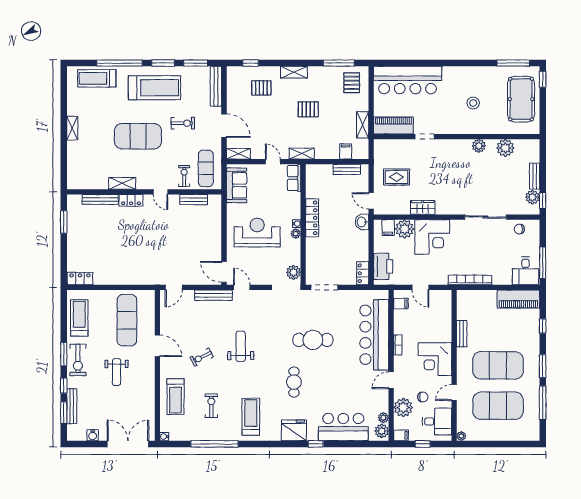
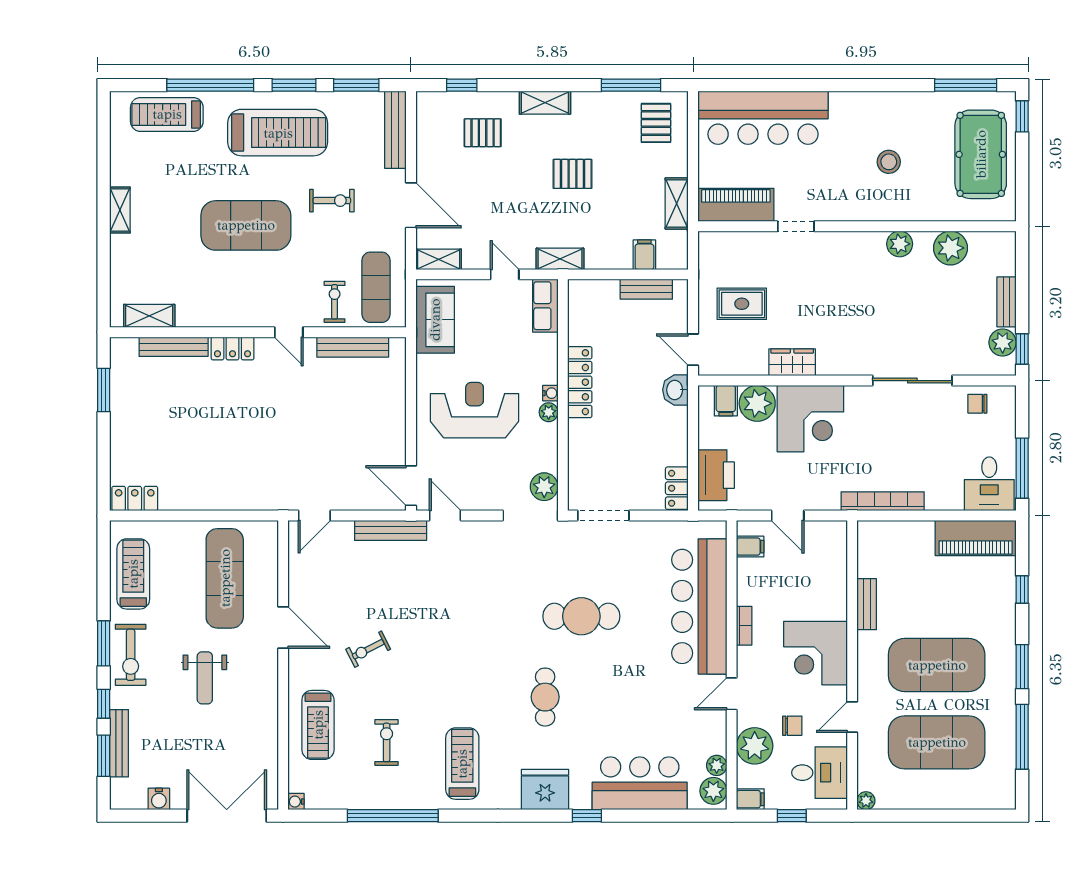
shelving: (122, 183) -> (149, 316), moved
bench: (194, 200) -> (353, 347), width x1.36
weight bench: (241, 346) -> (443, 629), removed

